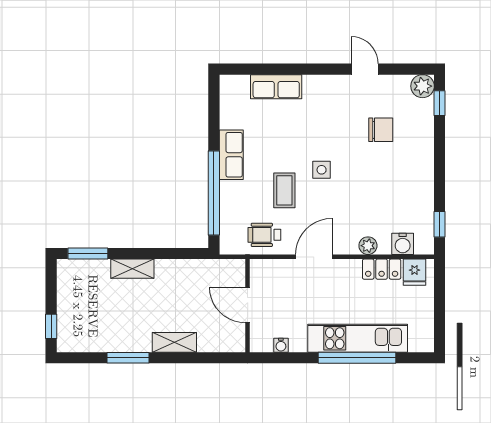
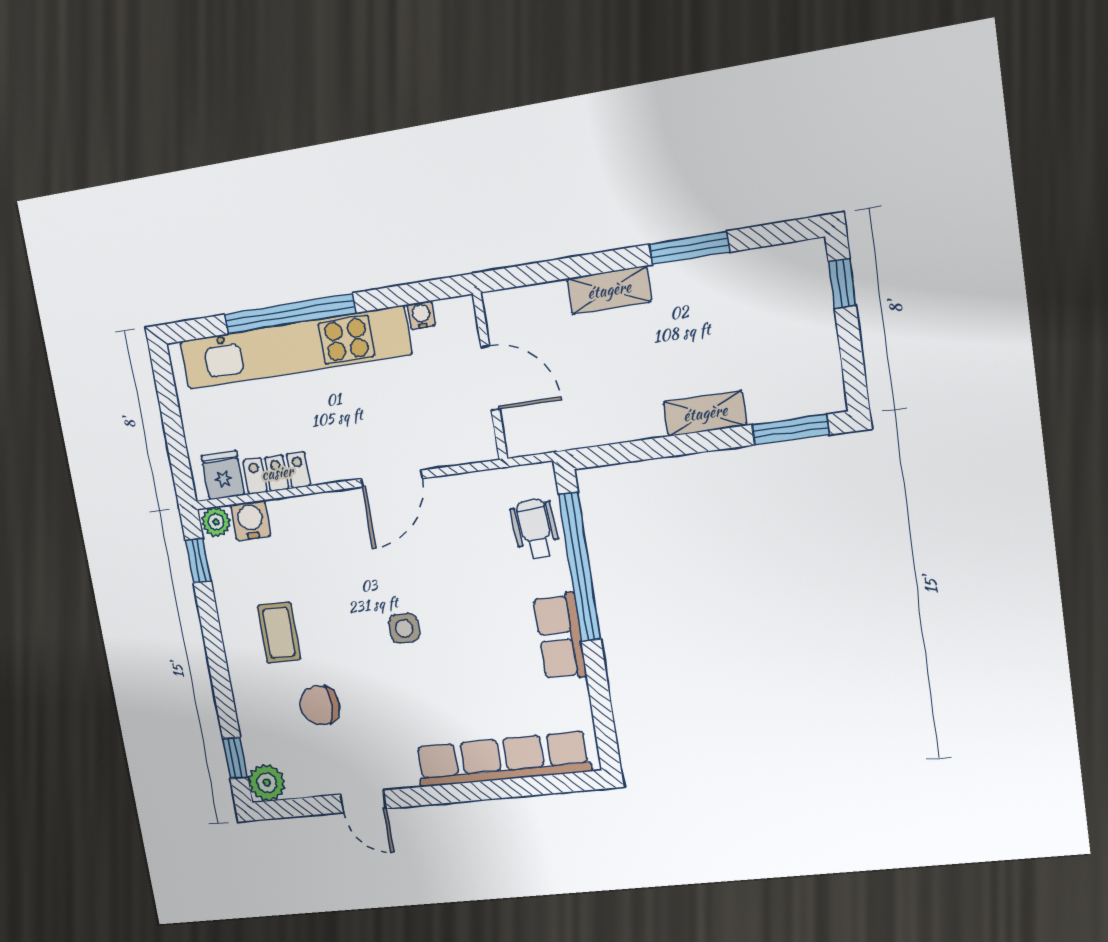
row of seats: (276, 87) -> (502, 759), width x2.02
coffee table: (284, 190) -> (279, 633), moved
wheelchair: (264, 235) -> (535, 529), moved, turned -94
plant: (368, 246) -> (216, 522), moved
kitchen unit: (358, 338) -> (295, 348), width x1.36

